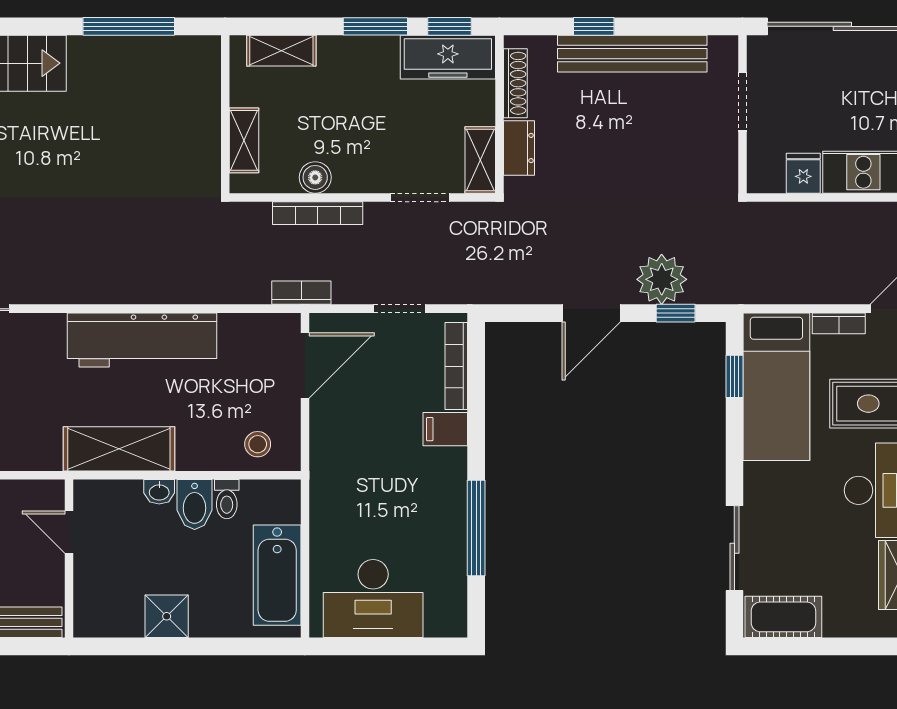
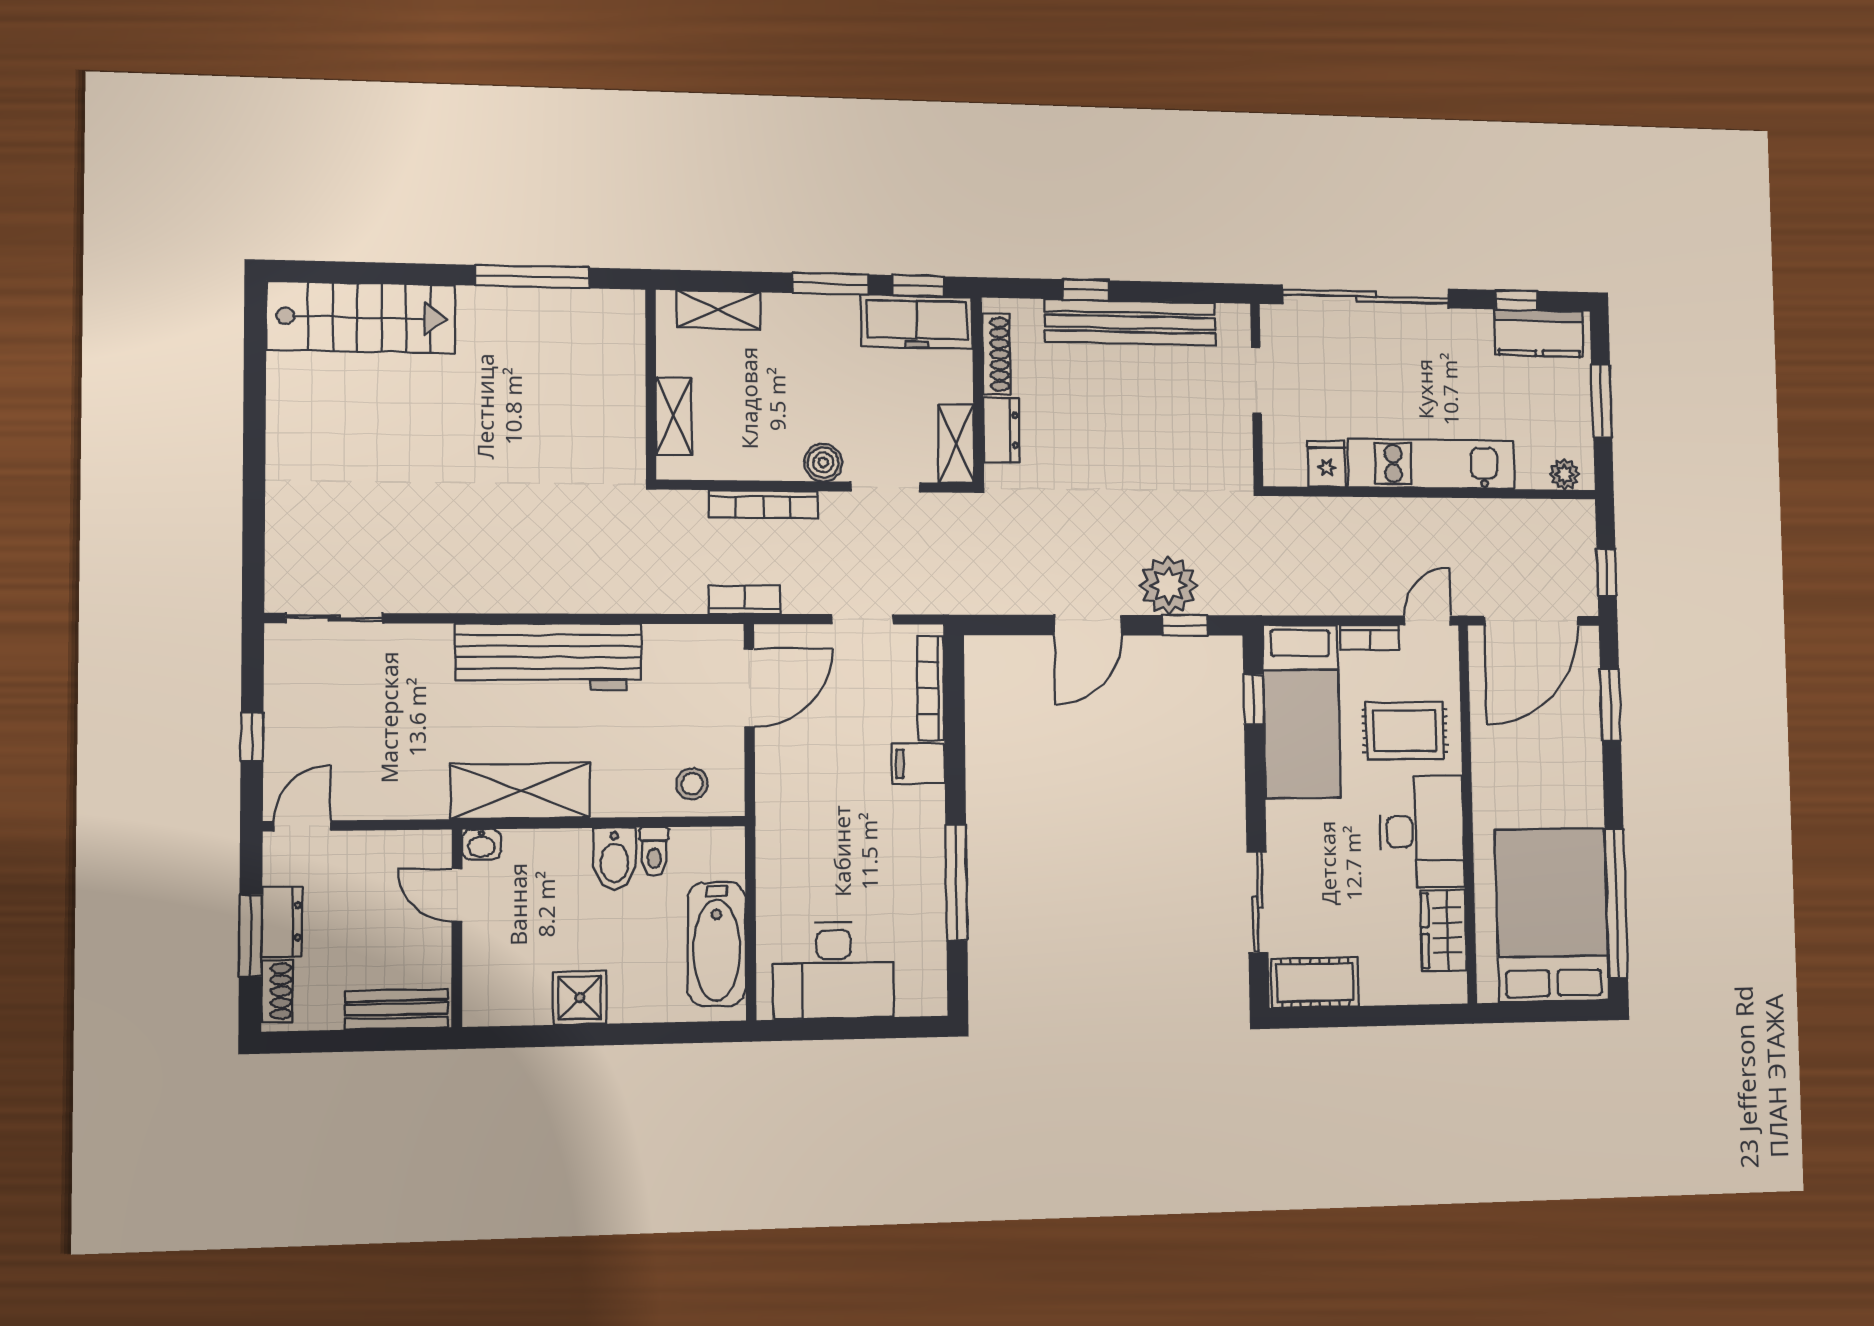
boiler: (315, 177) -> (823, 462), moved
washbasin: (159, 492) -> (482, 844), moved

